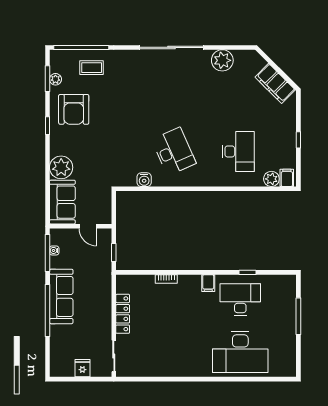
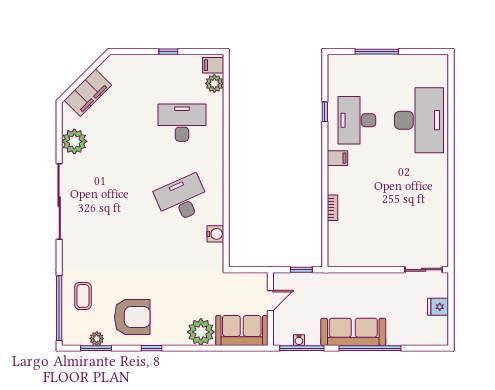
filing cabinet: (275, 83) -> (88, 93), moved
locker: (123, 314) -> (374, 259), removed

